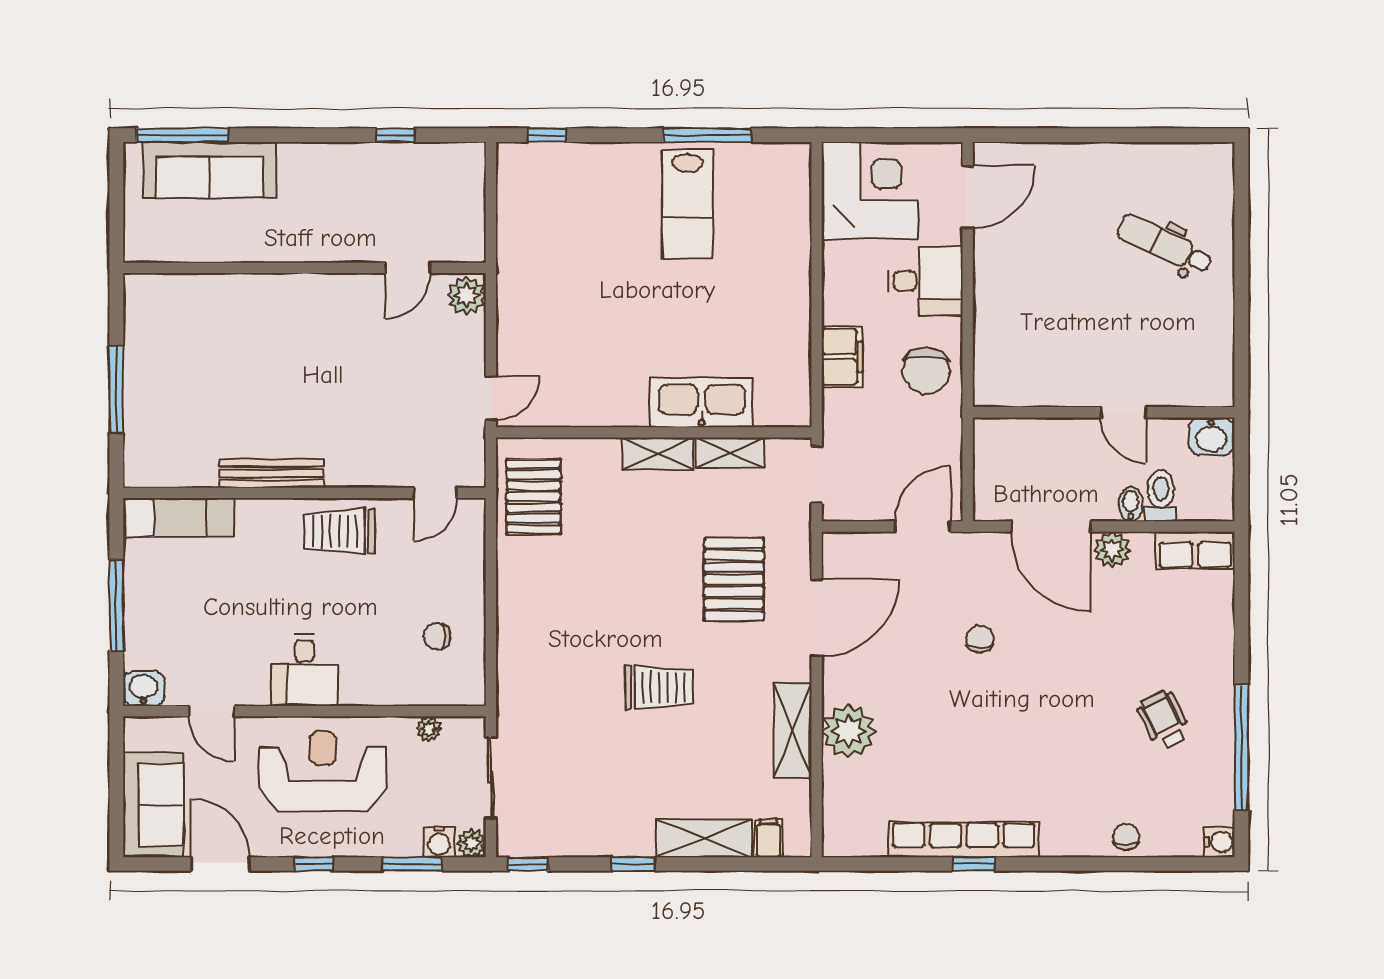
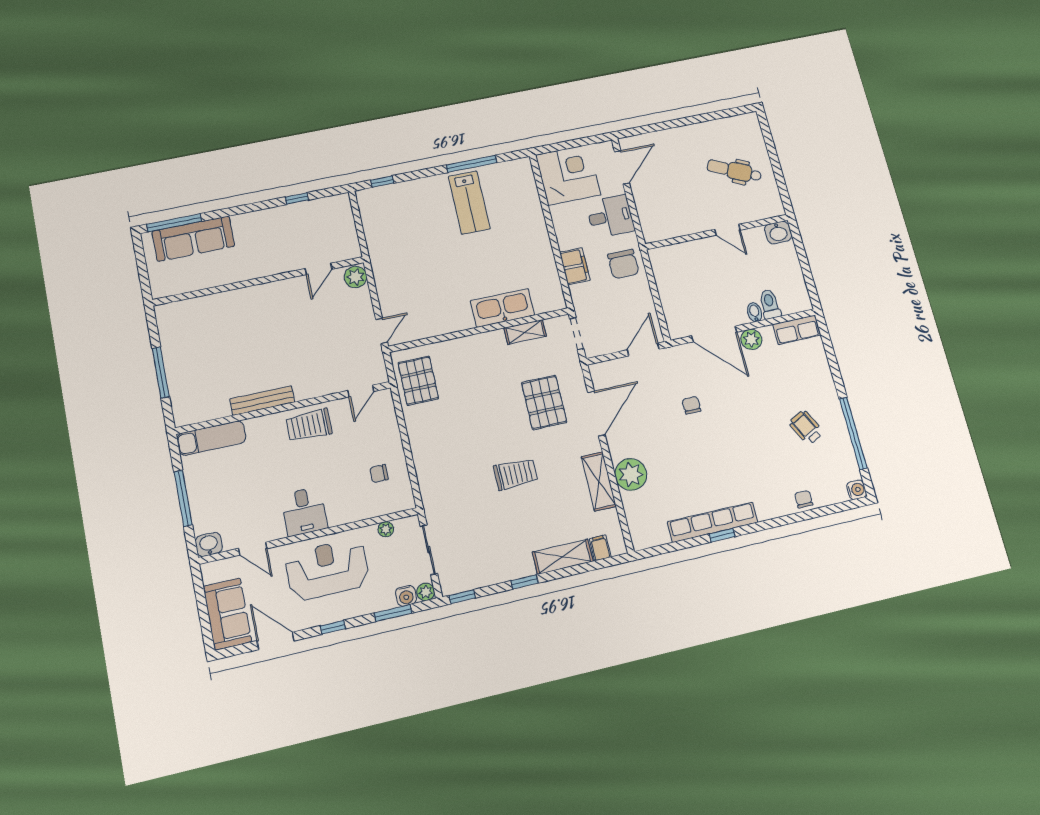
wall: (1104, 412) -> (717, 232), moved
door: (1123, 412) -> (727, 230), moved
washbasin: (1211, 436) -> (778, 233), moved
shelving: (658, 454) -> (484, 341), removed

